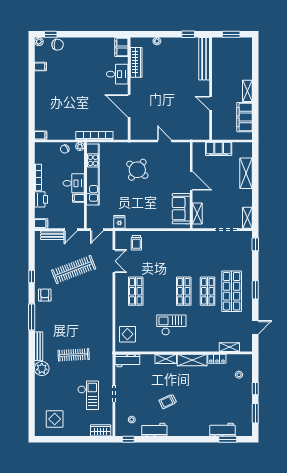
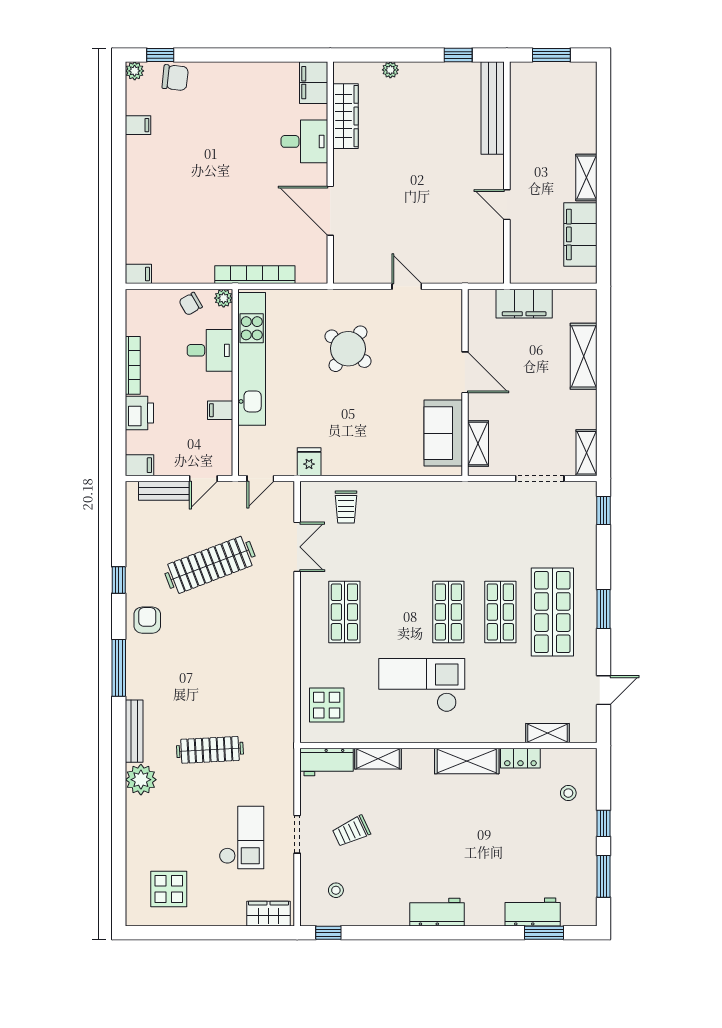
desk: (74, 183) -> (210, 350), moved
checkout: (171, 325) -> (422, 685), width x1.36, depth x1.21
shelving: (166, 359) -> (378, 759), moved
trolley: (168, 401) -> (351, 831), moved
workbench: (154, 430) -> (437, 912), moved

